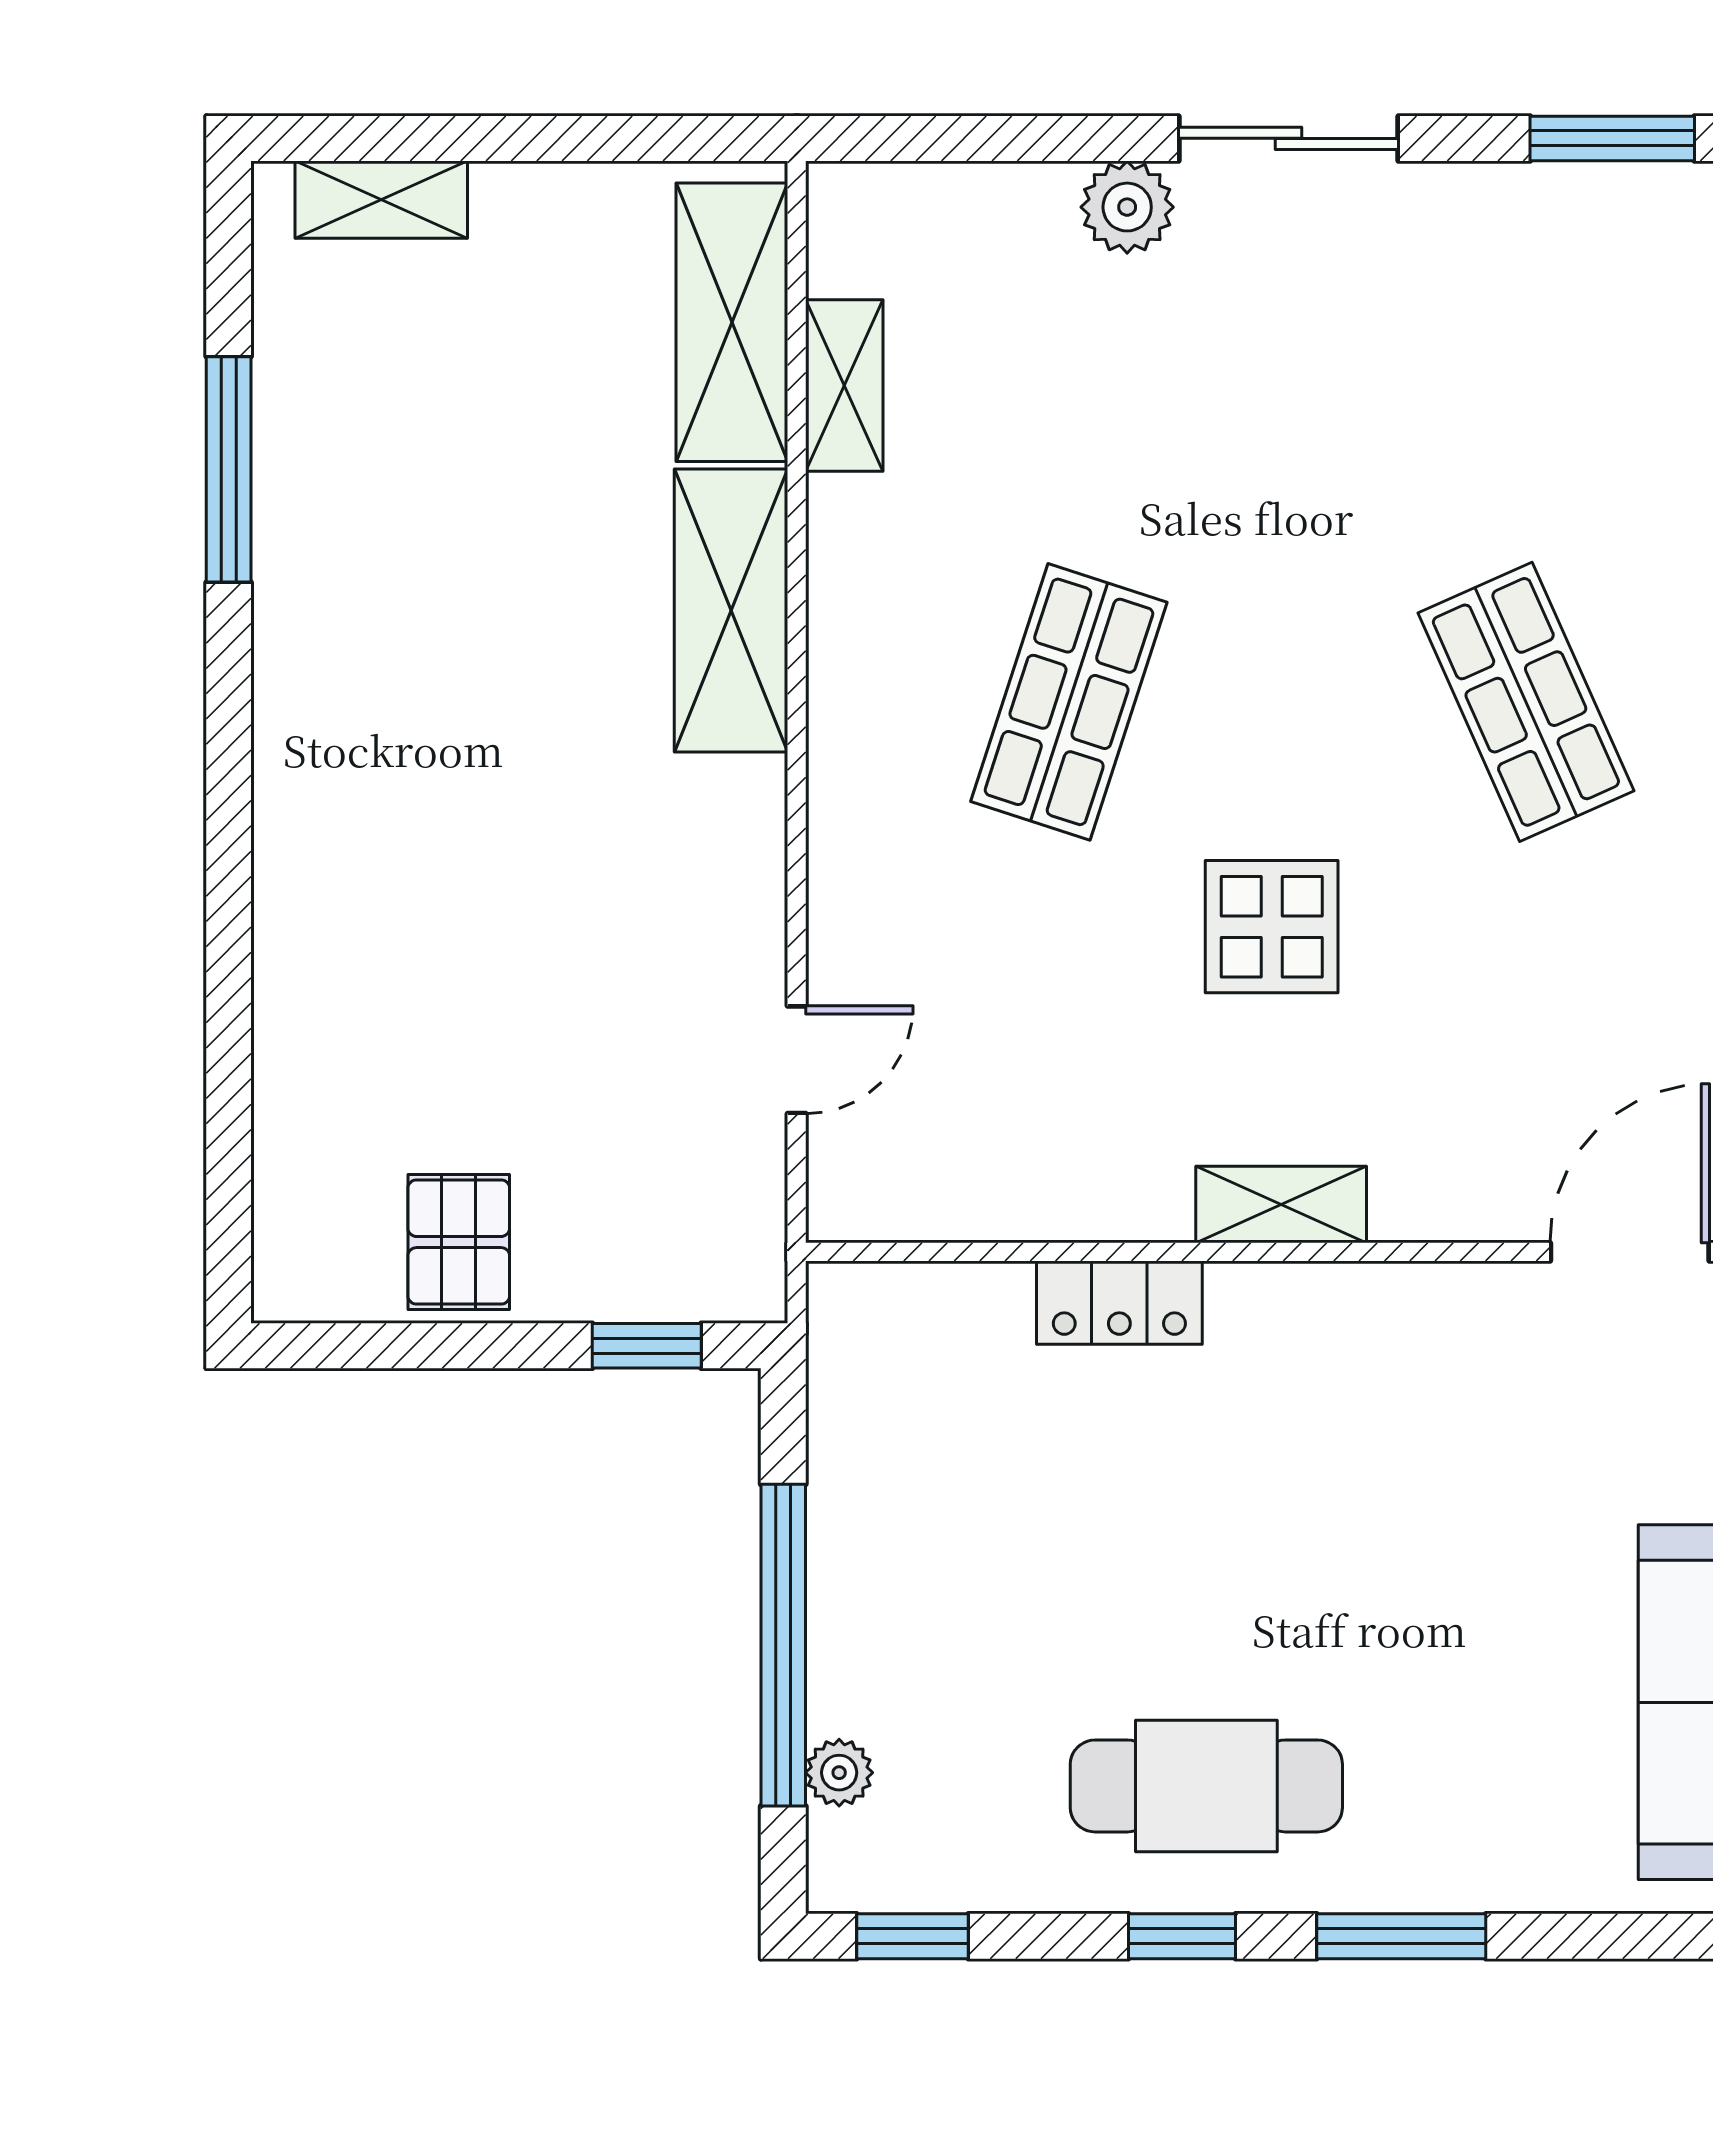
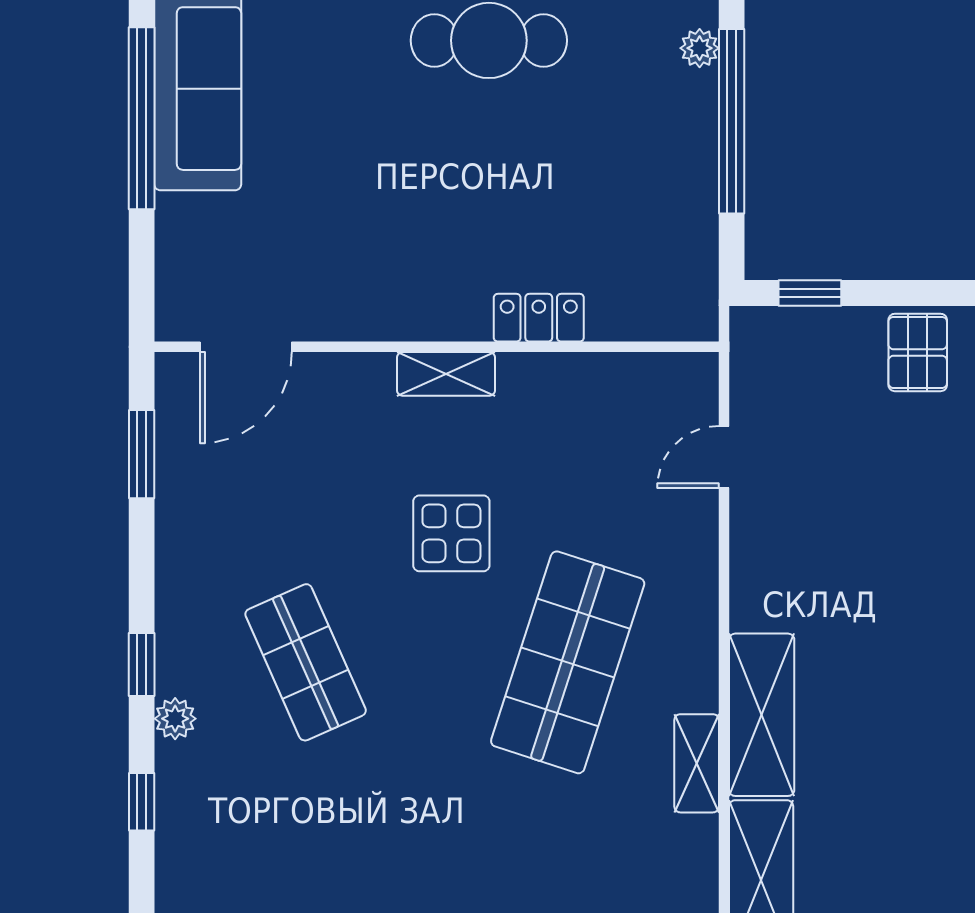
shelving: (844, 385) -> (697, 763), moved
shop shelf: (1069, 702) -> (568, 662), width x1.43, depth x1.36

